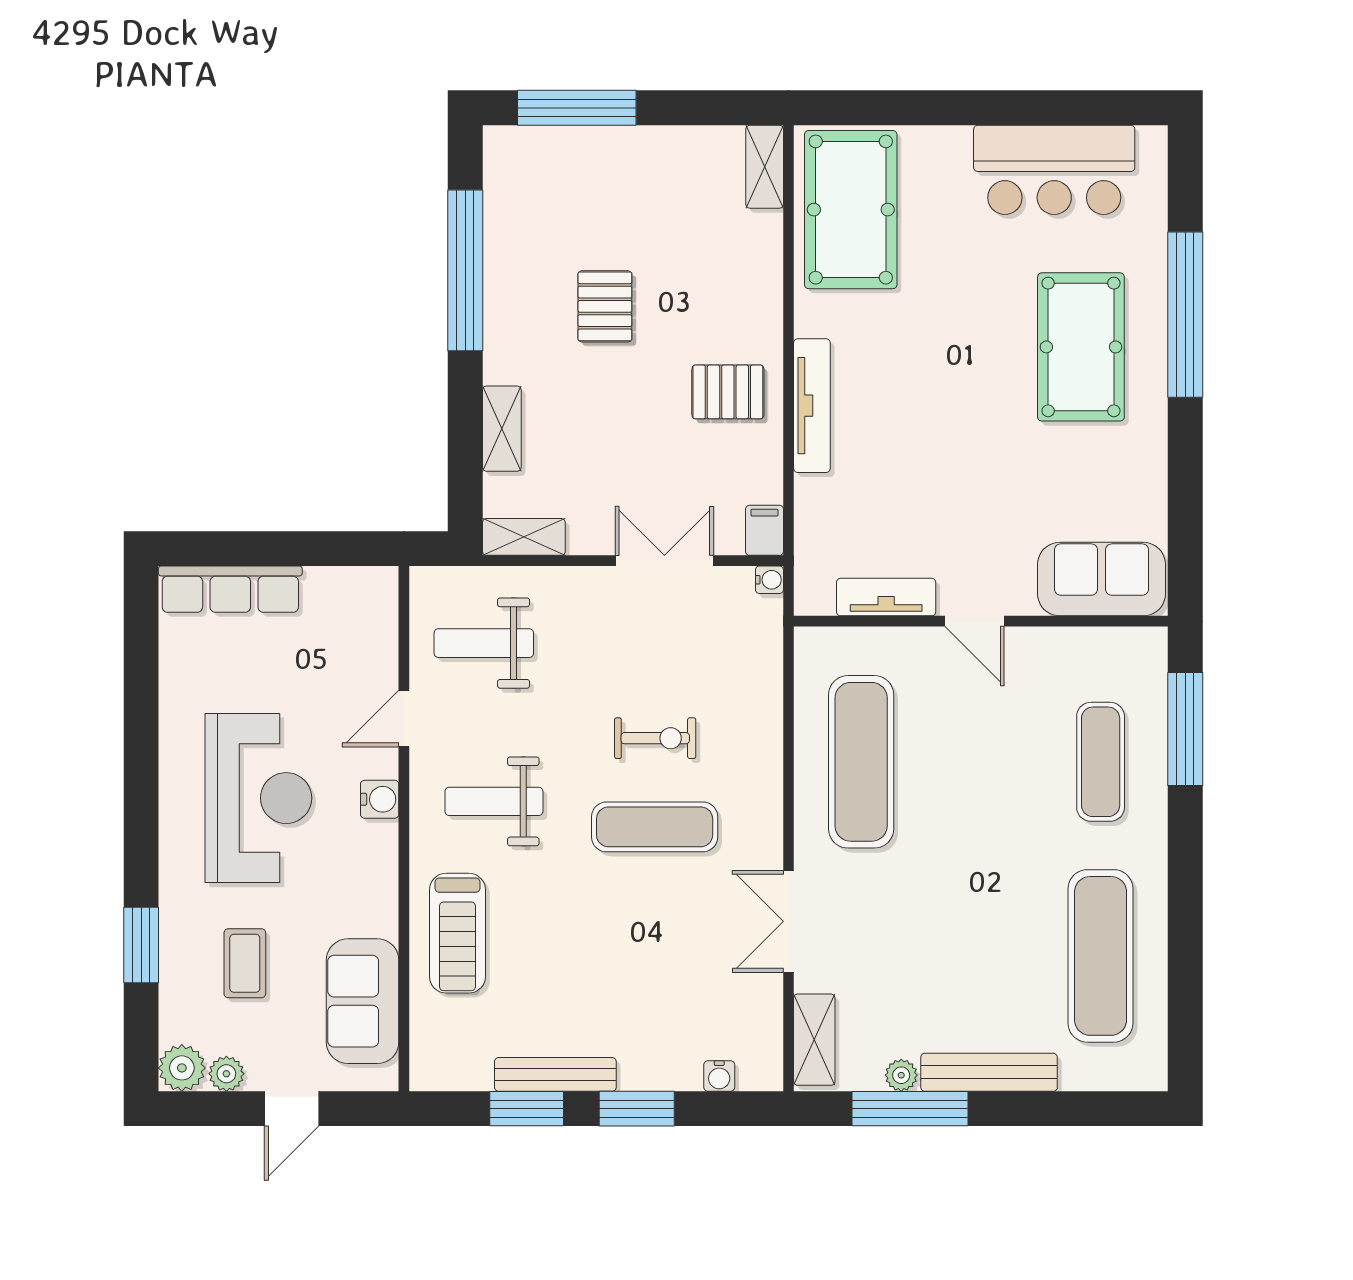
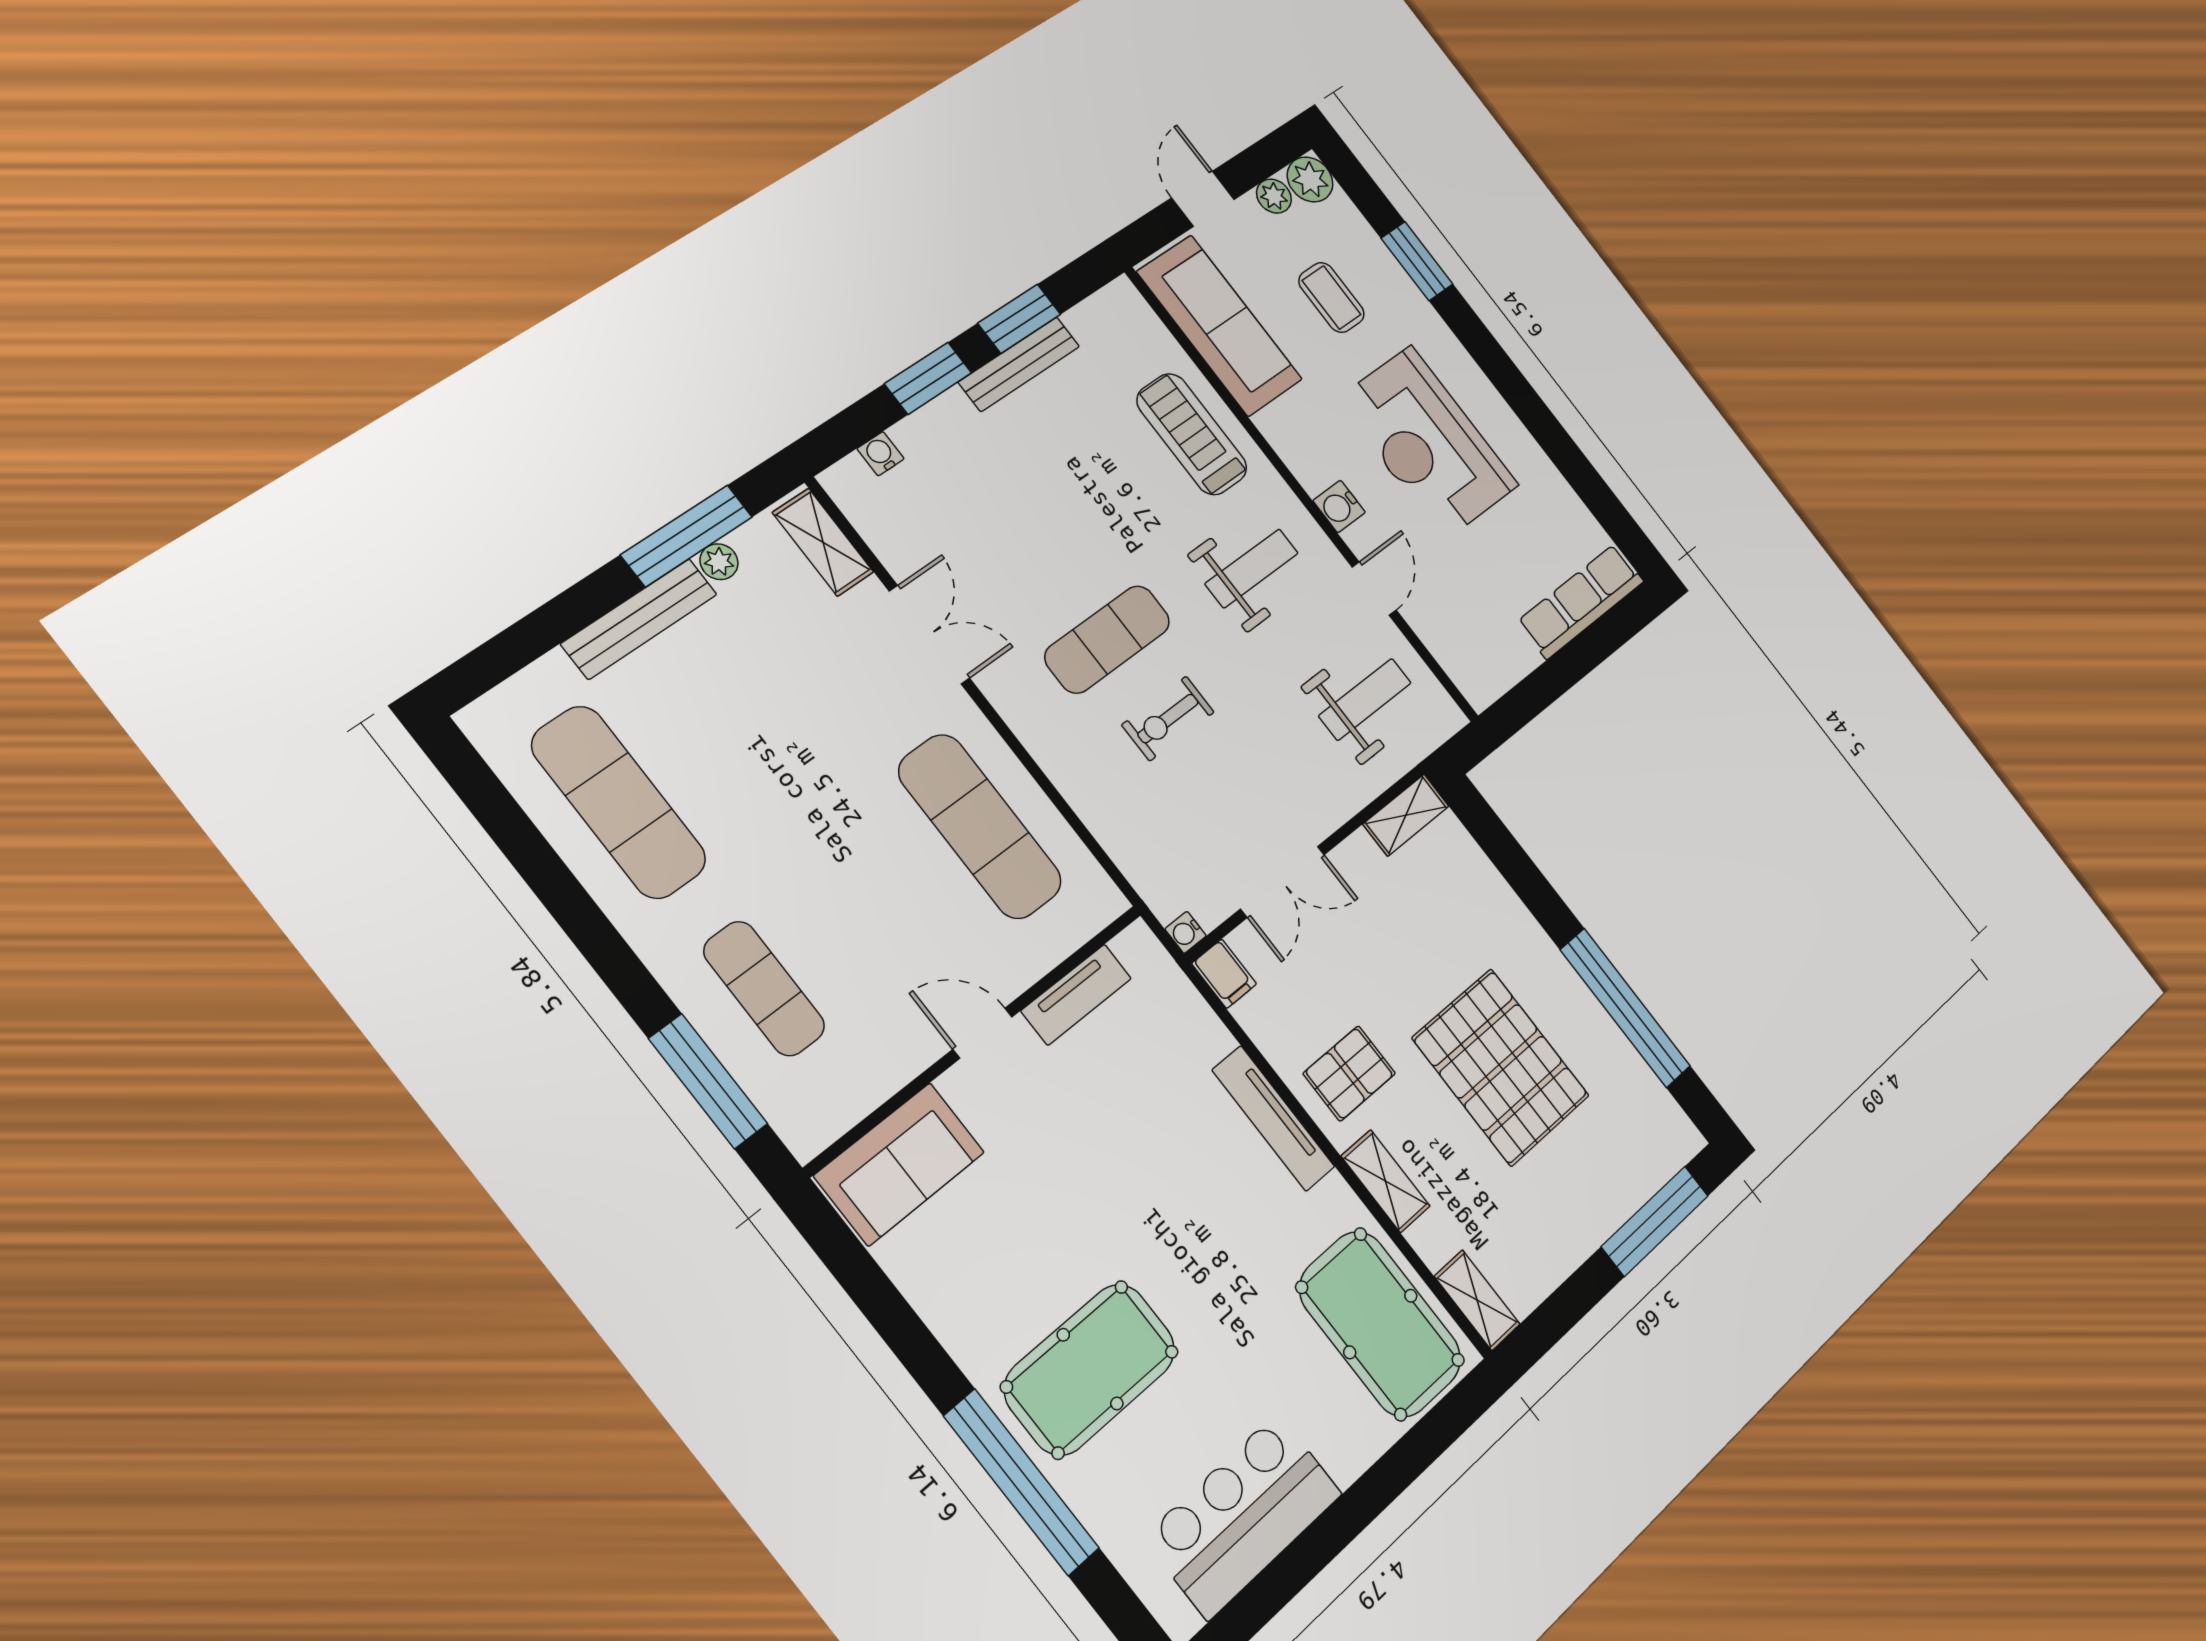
pallet: (605, 306) -> (1501, 1067), width x2.05, depth x2.00
pool table: (1081, 347) -> (1090, 1369), turned 90
shelving: (502, 429) -> (1386, 1181), moved
sofa: (363, 1001) -> (1220, 326), width x1.36

